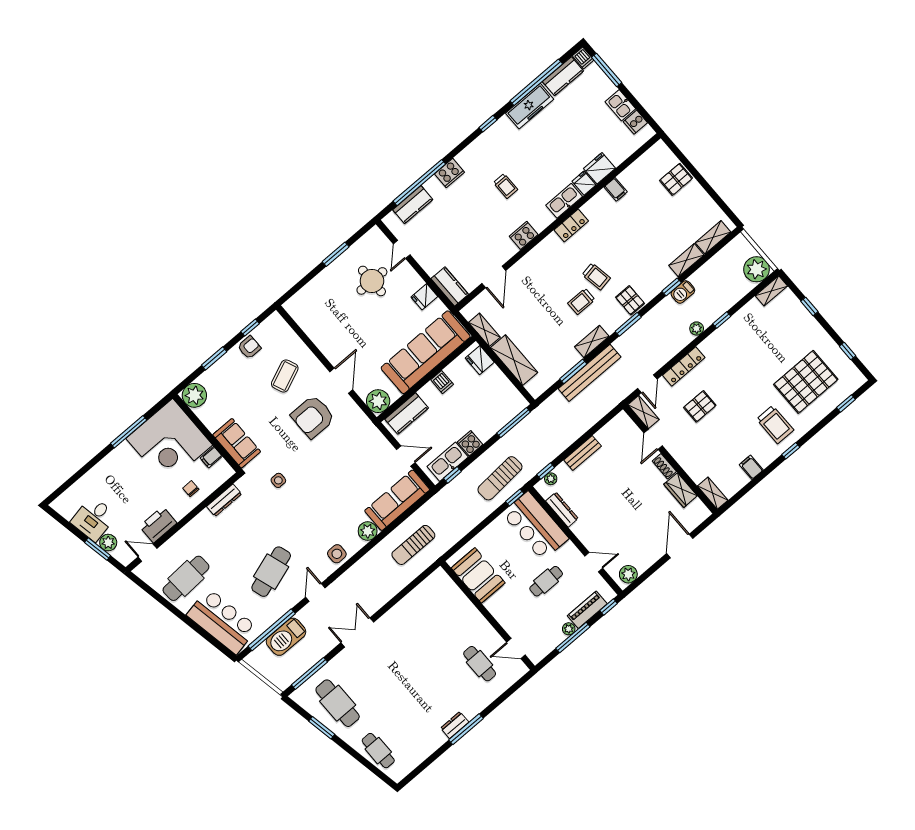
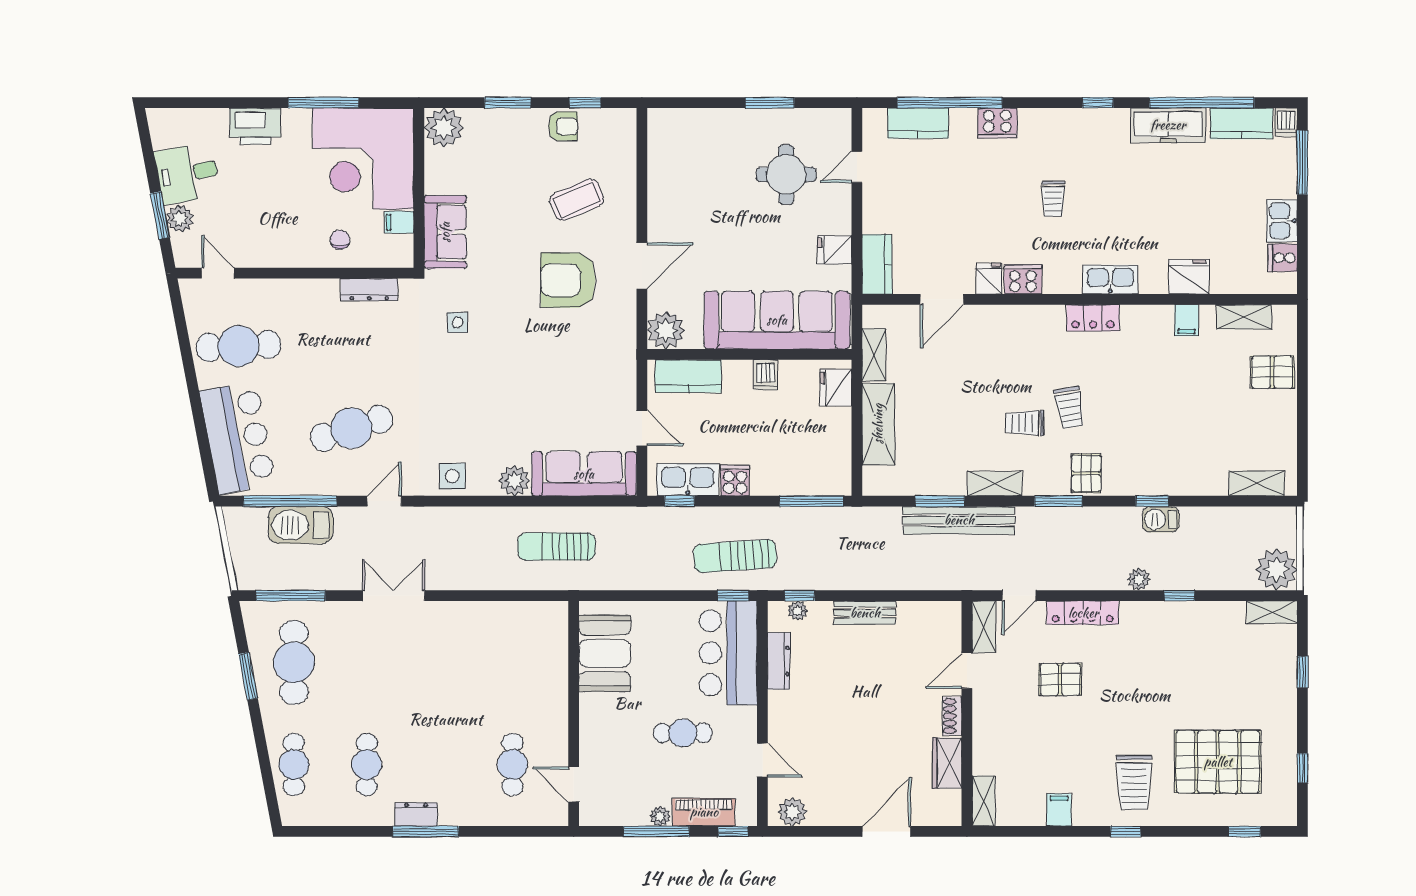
fridge: (584, 183) -> (989, 279), moved
shelving: (686, 260) -> (1244, 317), moved
printer: (158, 525) -> (255, 126), moved, turned 180
cafe table: (412, 722) -> (367, 765), added

